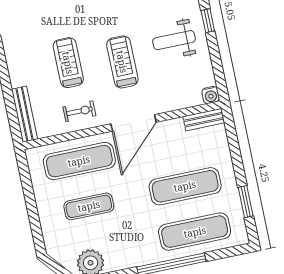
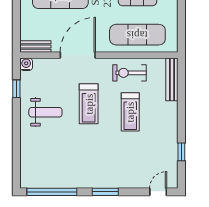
window: (208, 21) -> (16, 89), moved
exercise bike: (79, 111) -> (129, 73), width x1.38, depth x1.39
door: (133, 123) -> (78, 55), moved

